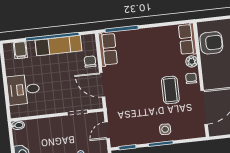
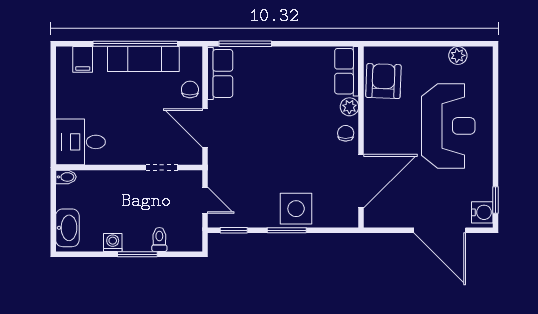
armchair: (211, 43) -> (383, 81), turned -88
desk: (23, 90) -> (81, 142), moved
coffee table: (170, 90) -> (311, 148), removed
side table: (165, 129) -> (296, 209), width x1.87, depth x1.87
door: (107, 130) -> (205, 200), swing flipped

